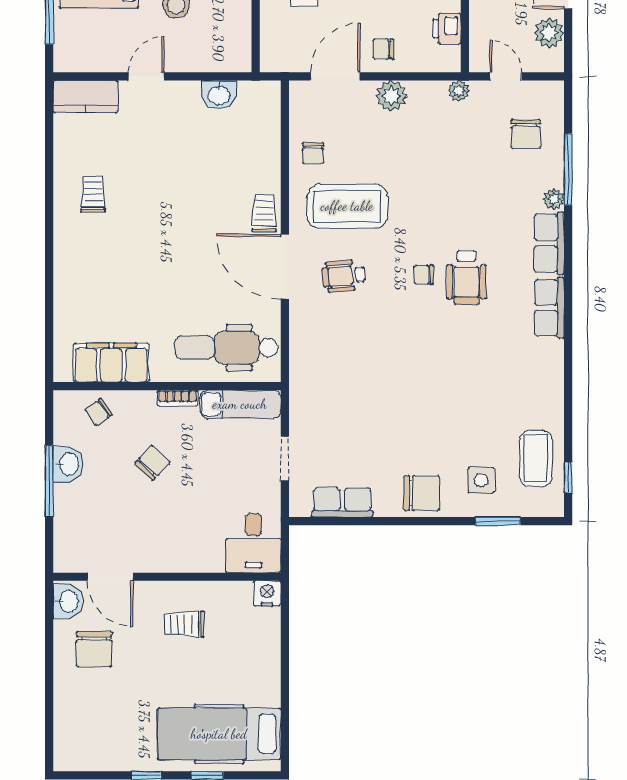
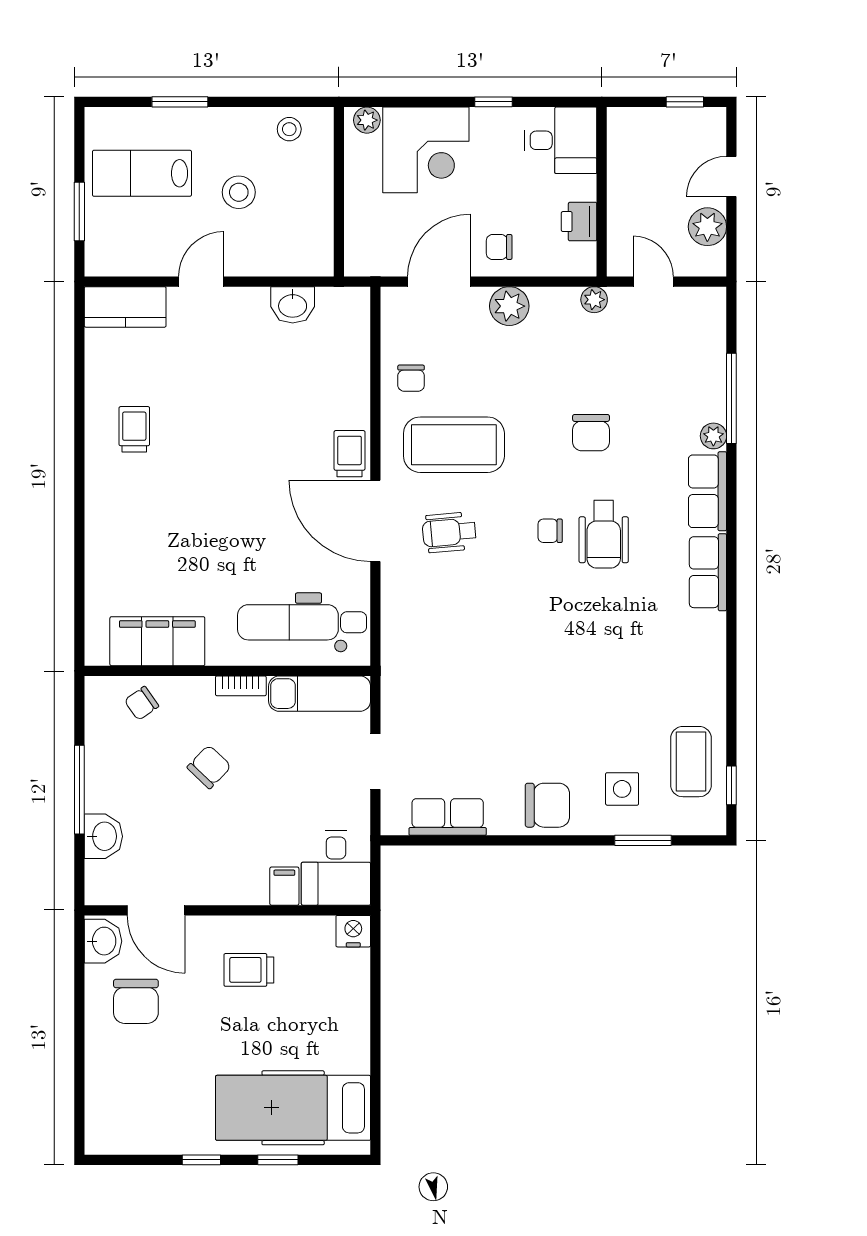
chair: (526, 134) -> (591, 433), moved
washbasin: (68, 464) -> (103, 836), moved
filing cabinet: (212, 557) -> (284, 886), added

